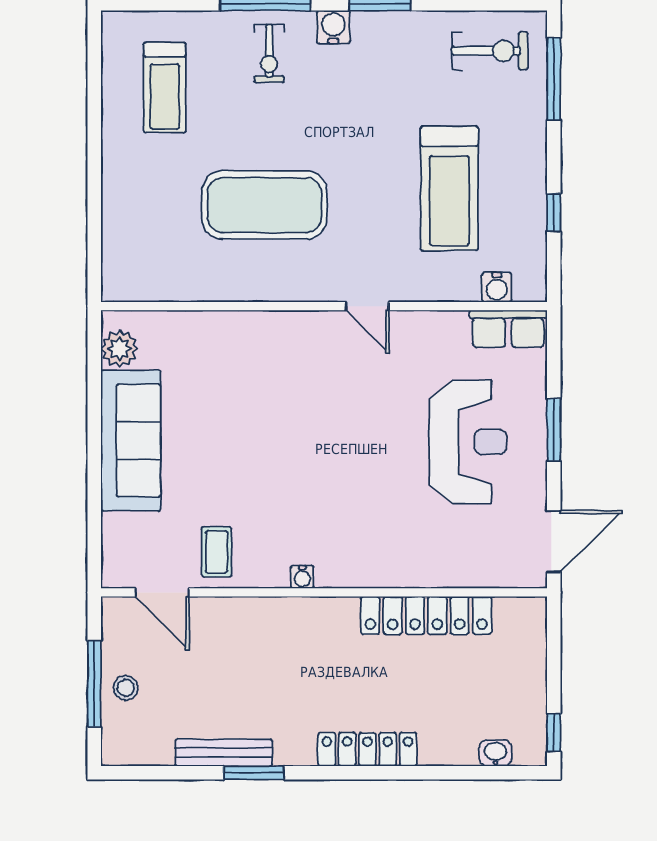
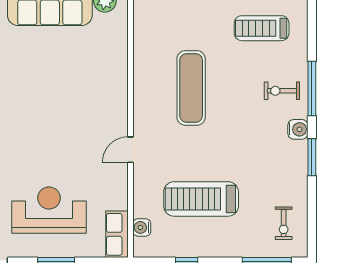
exercise bike: (490, 51) -> (284, 223), width x0.73, depth x0.72
exercise mat: (264, 205) -> (191, 88), width x0.68
reception desk: (468, 442) -> (49, 210), turned 180

